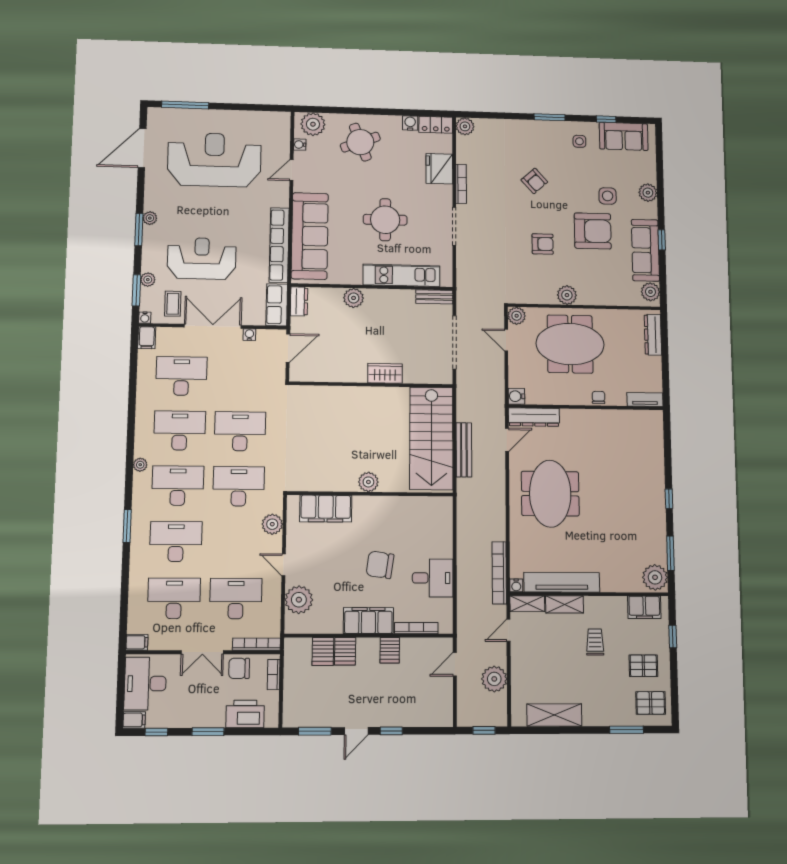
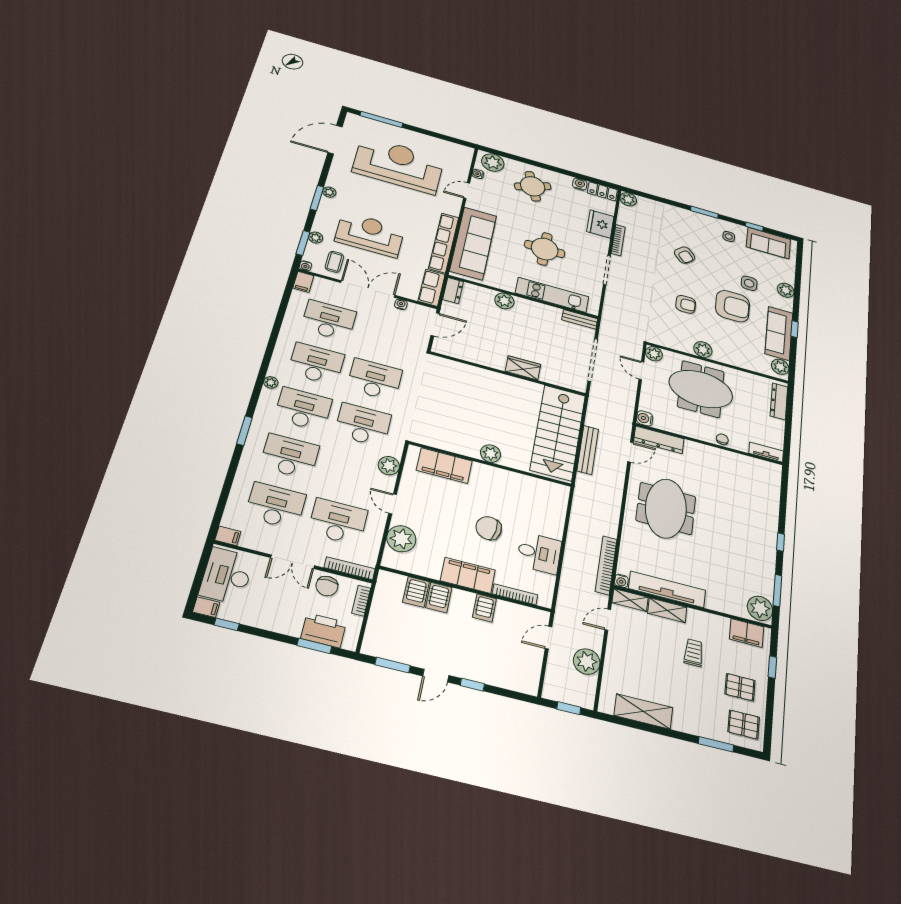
chair: (239, 668) -> (327, 586), turned -90
window: (208, 732) -> (314, 646), moved

